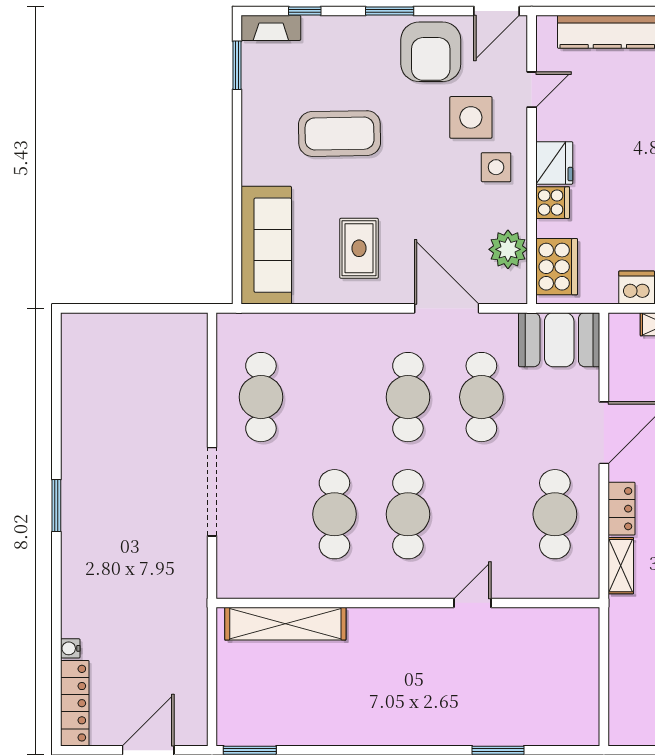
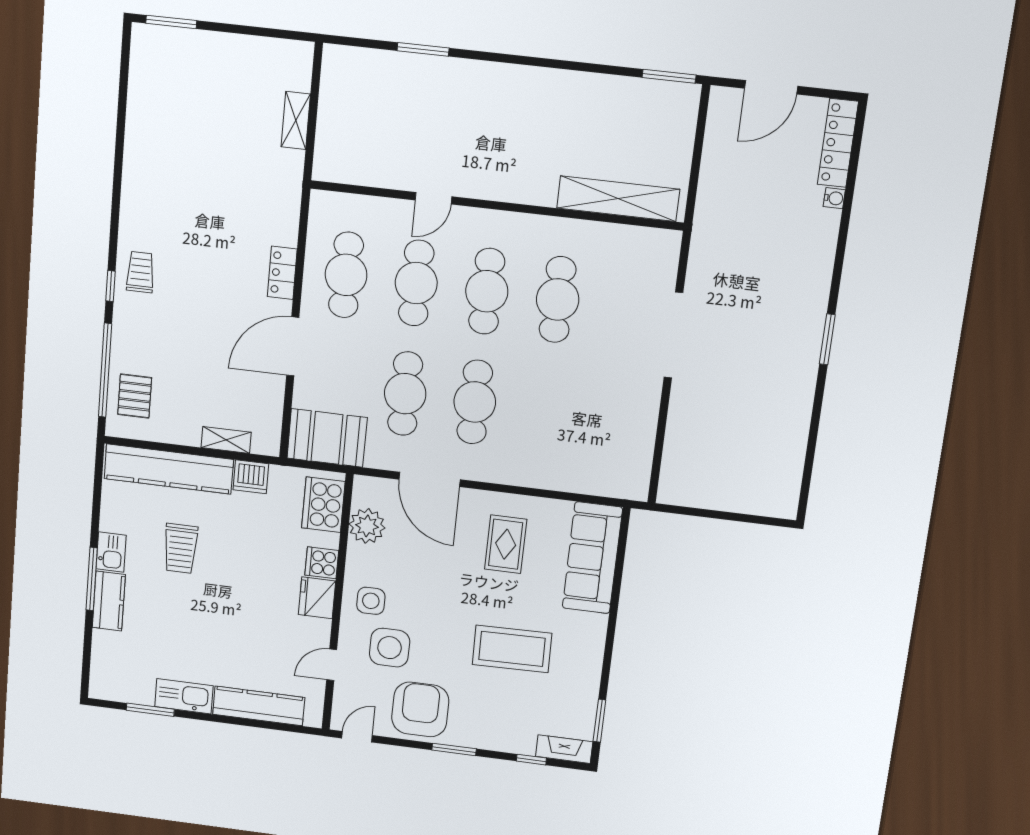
door: (497, 11) -> (357, 737), width x0.73
cafe table: (261, 397) -> (416, 283), moved
shelving: (621, 566) -> (296, 120), moved

